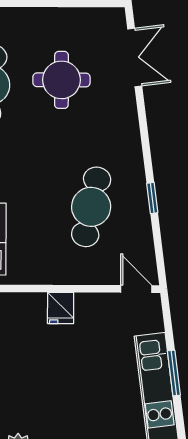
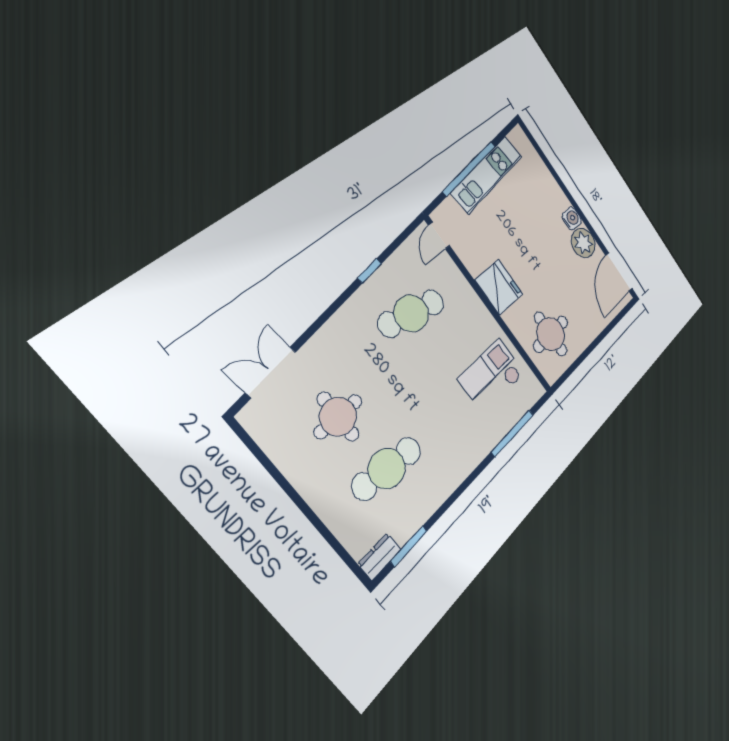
fridge: (61, 308) -> (499, 287), width x1.88, depth x1.34
window: (174, 373) -> (469, 169), width x2.11

